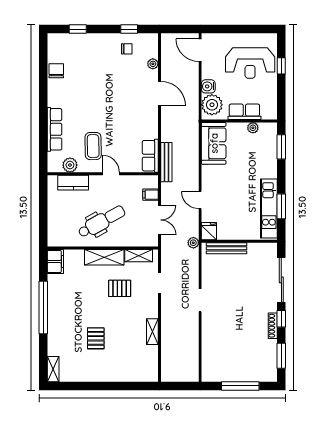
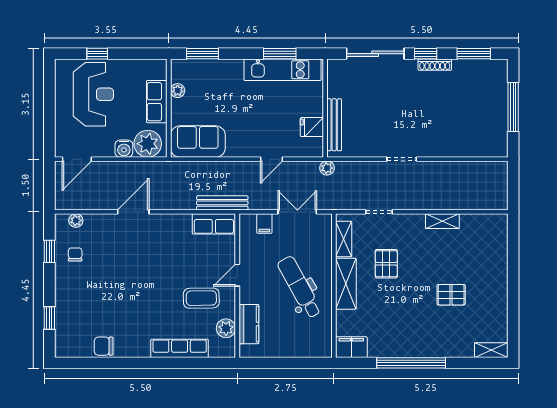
plant: (153, 64) -> (76, 220), moved
fridge: (209, 231) -> (312, 127), moved

